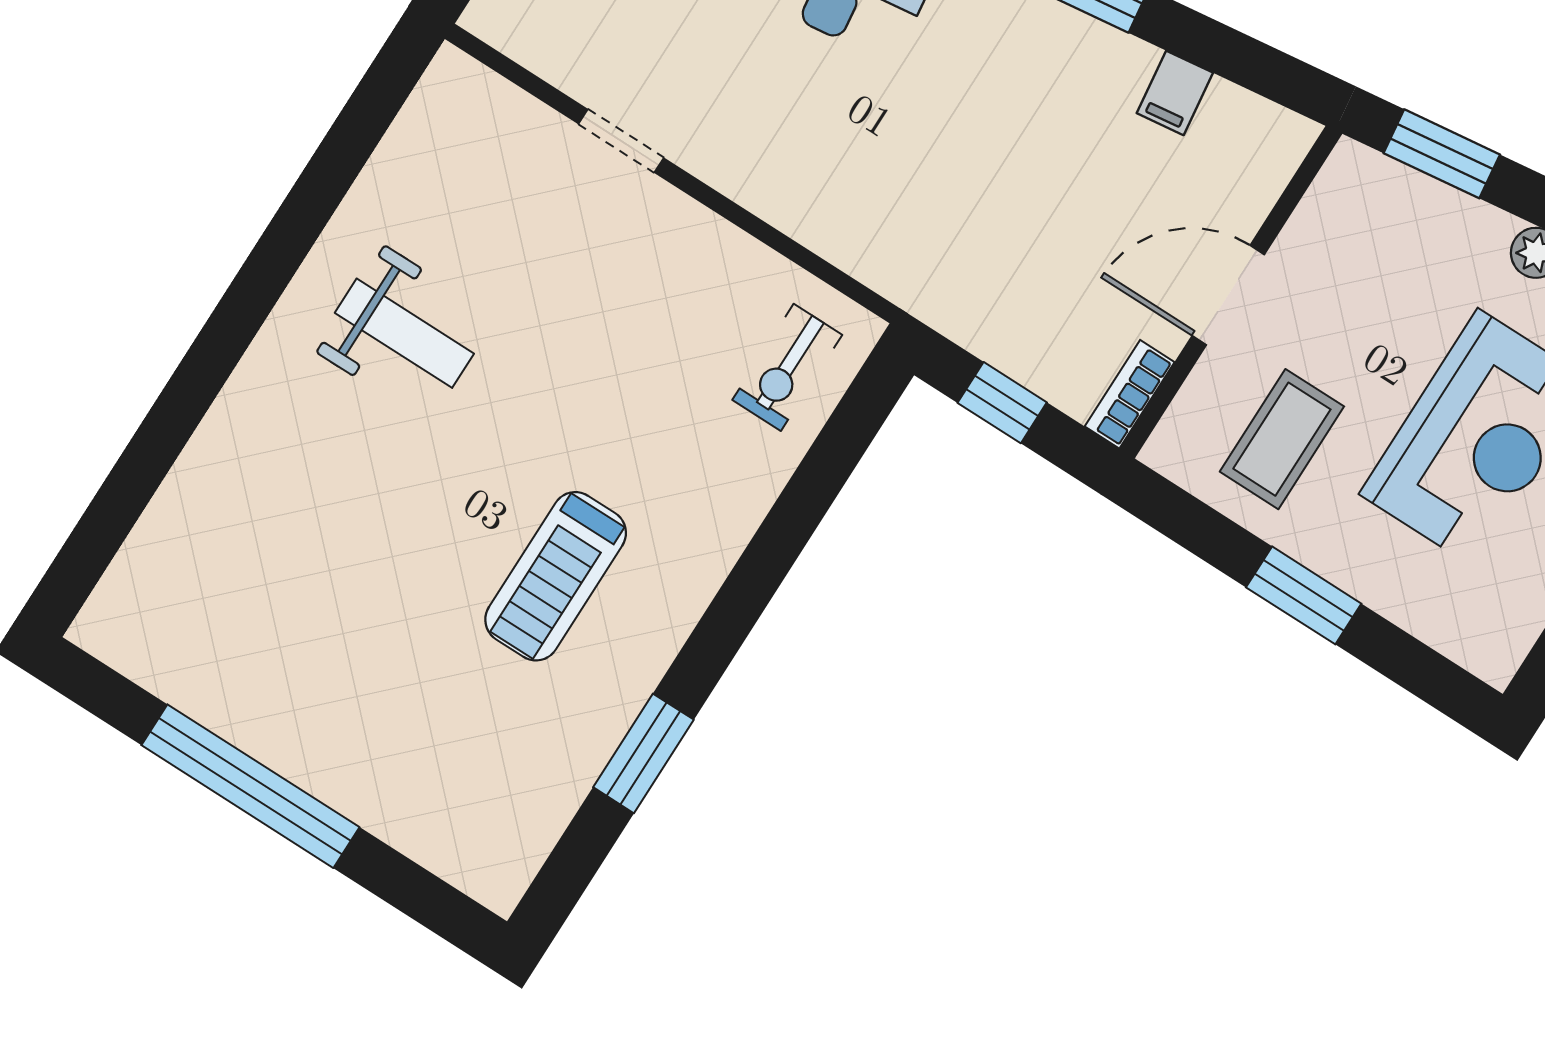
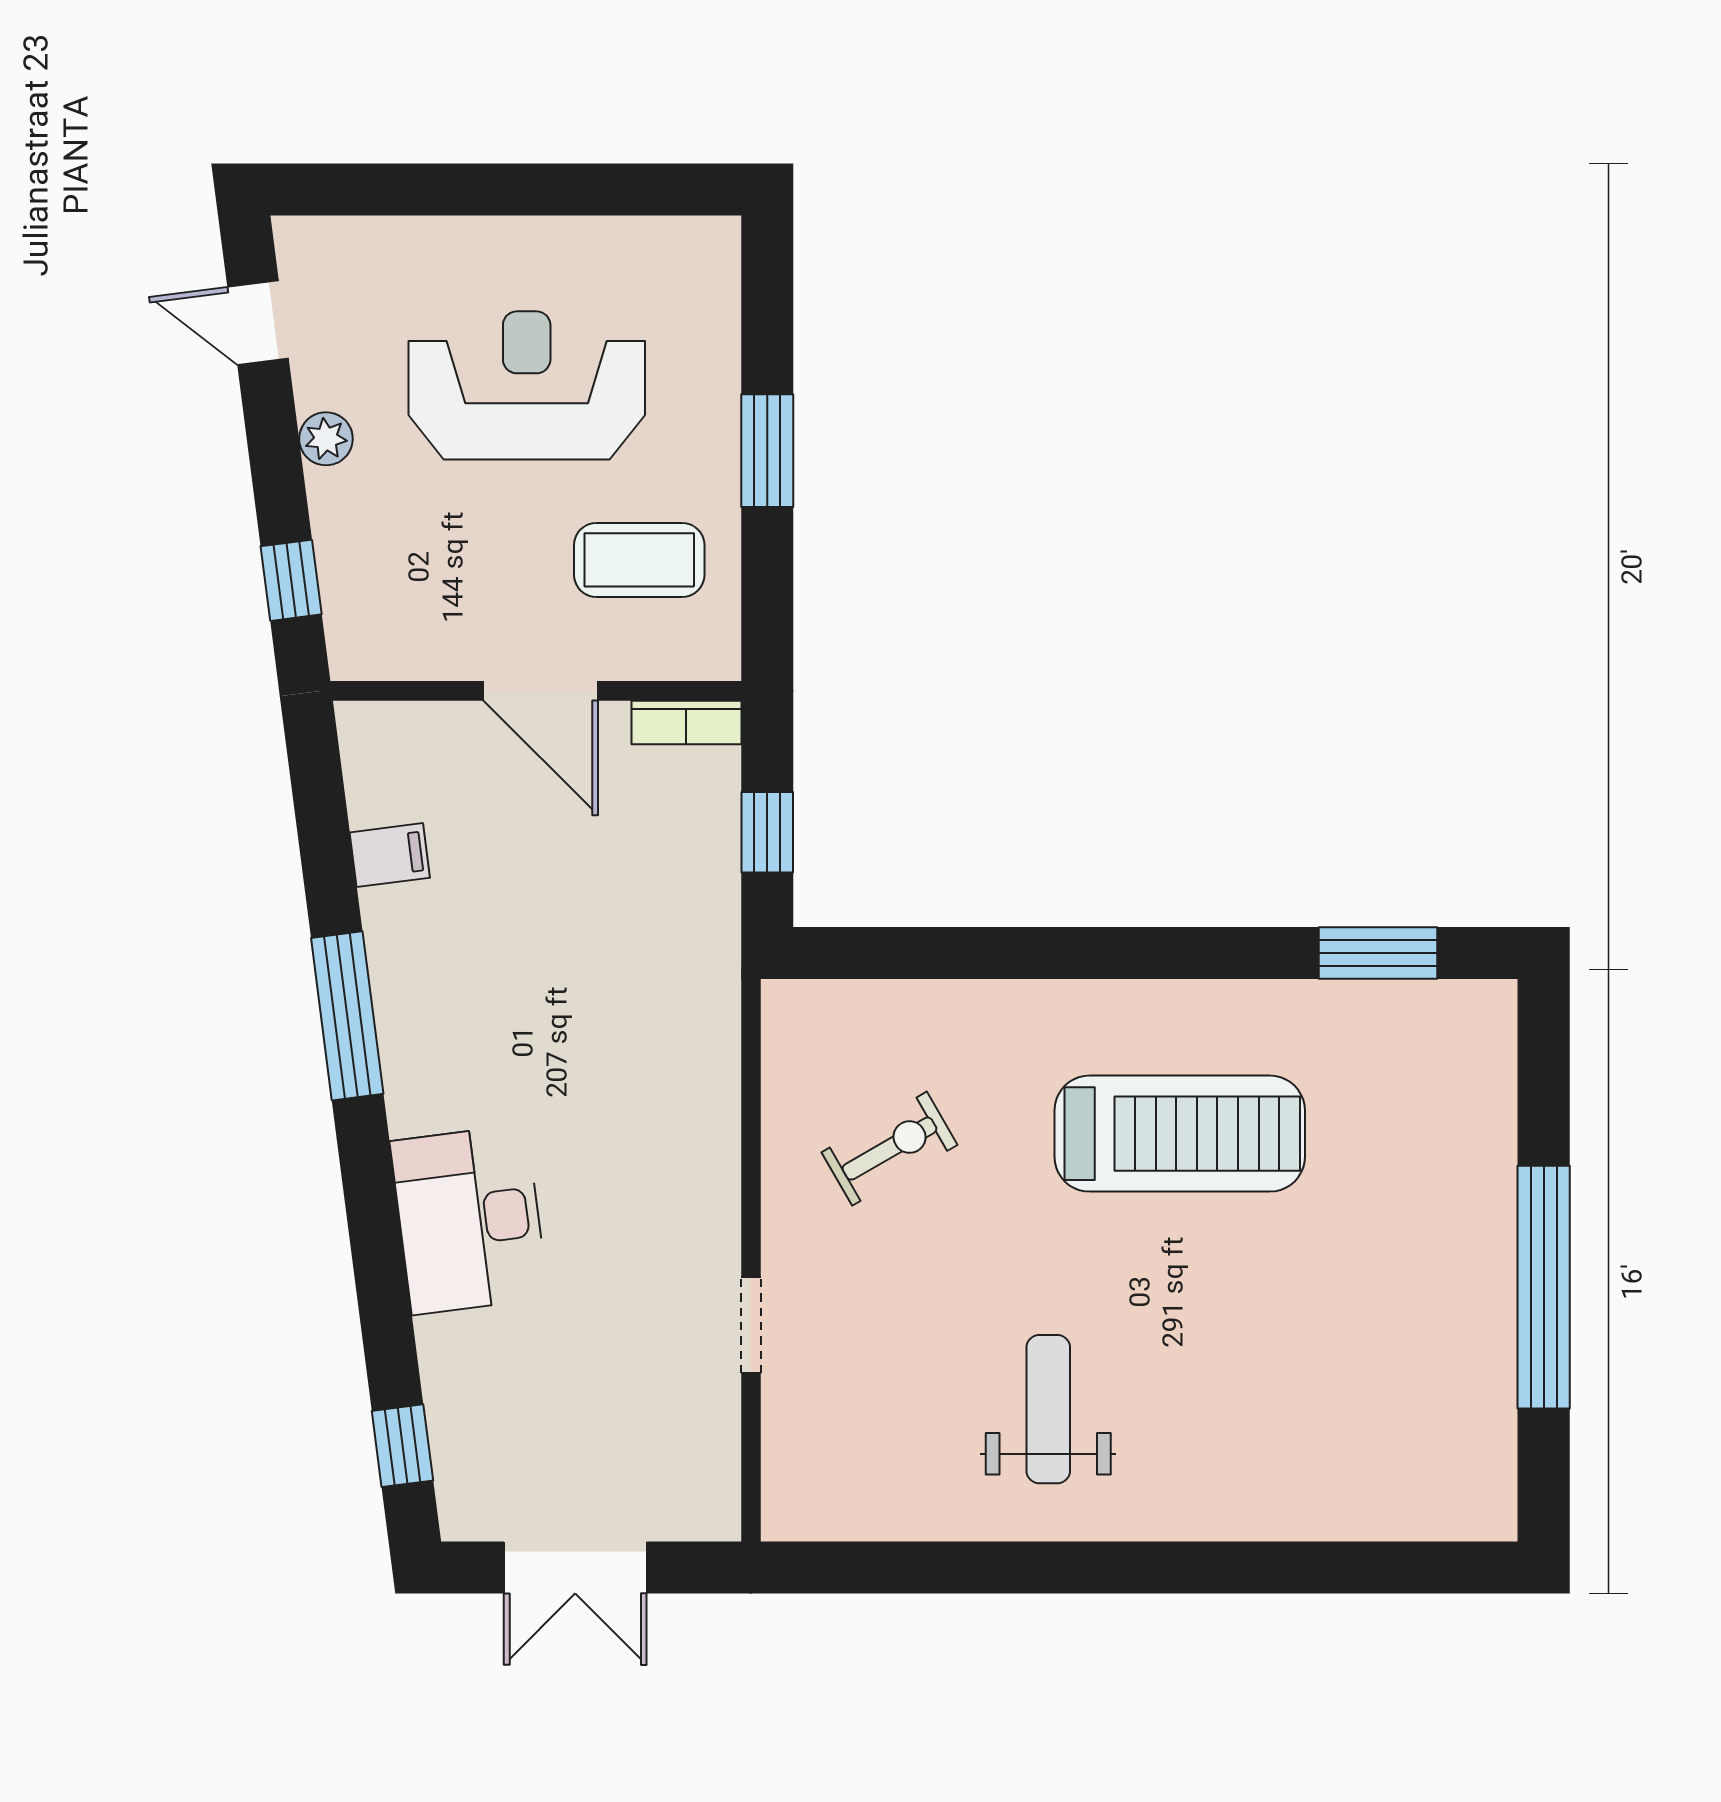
window: (1442, 154) -> (291, 580), width x0.67
exercise bike: (787, 367) -> (889, 1149), moved, turned -30
treadmill: (556, 576) -> (1180, 1134), width x1.37, depth x1.38
window: (643, 753) -> (1378, 953), moved

